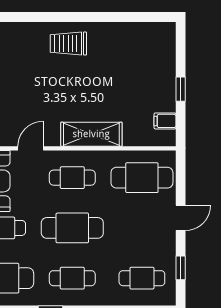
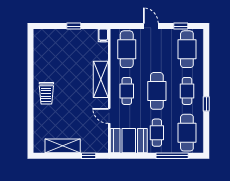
filing cabinet: (165, 121) -> (103, 35), moved
cafe table: (142, 278) -> (187, 49), width x1.37, depth x1.35

